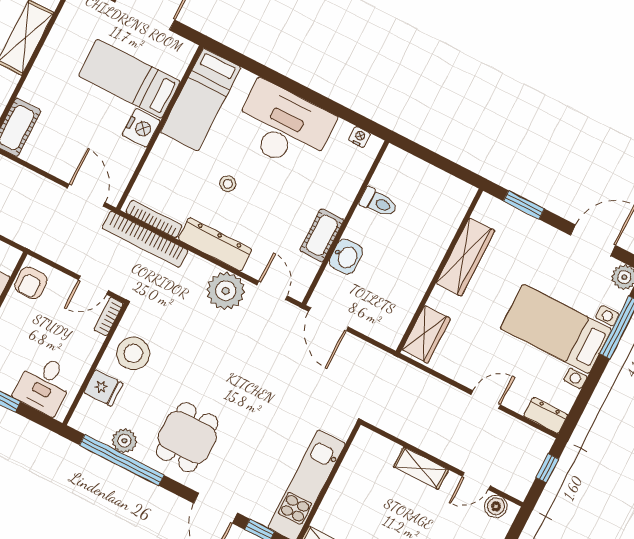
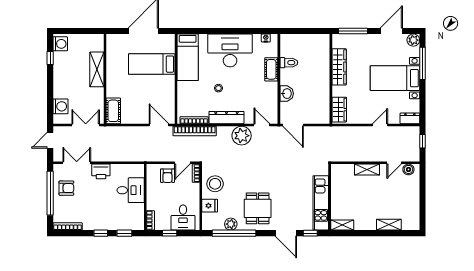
nightstand: (141, 128) -> (168, 83), removed
window: (524, 205) -> (353, 31), width x1.44
cot: (322, 235) -> (271, 69), moved
armchair: (31, 283) -> (167, 176), moved

